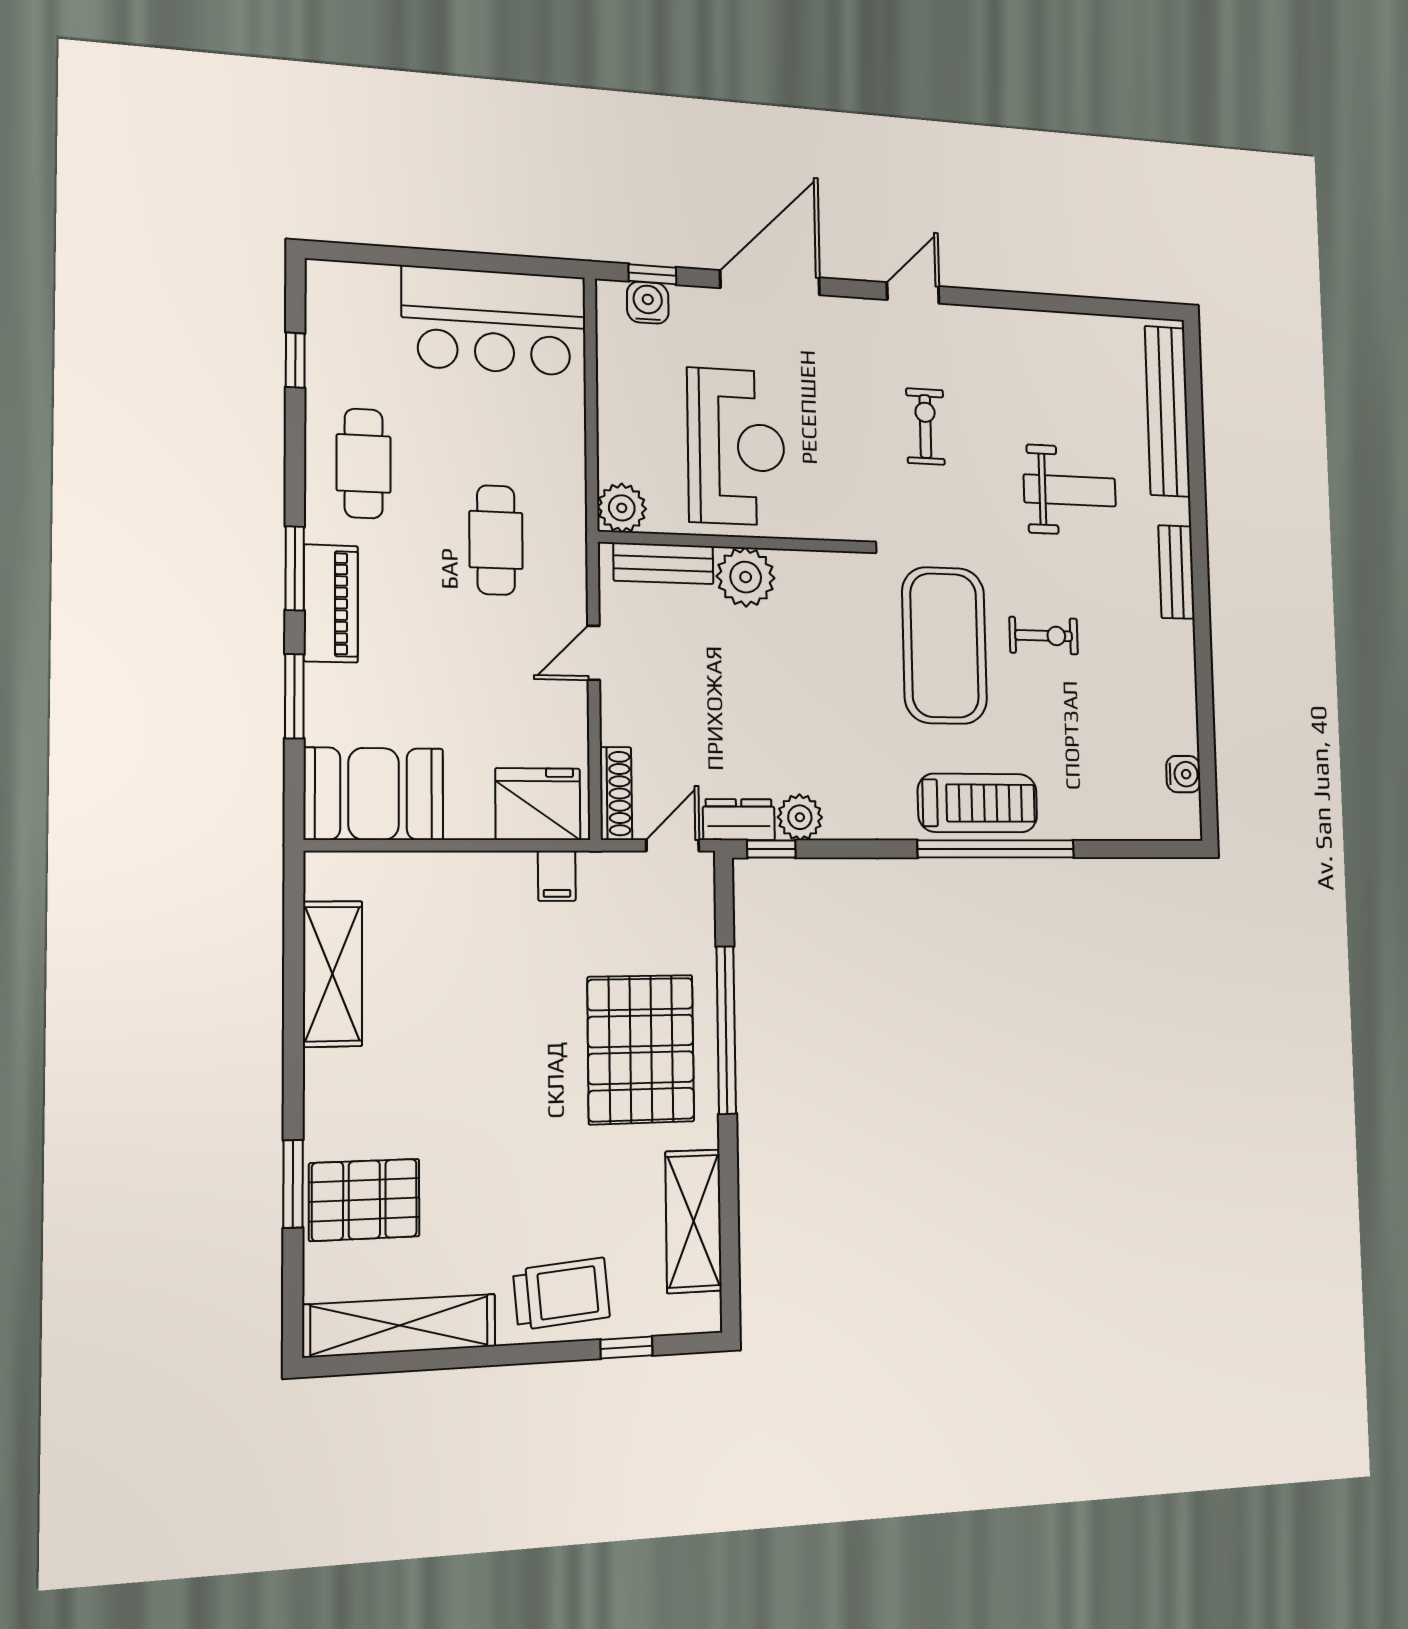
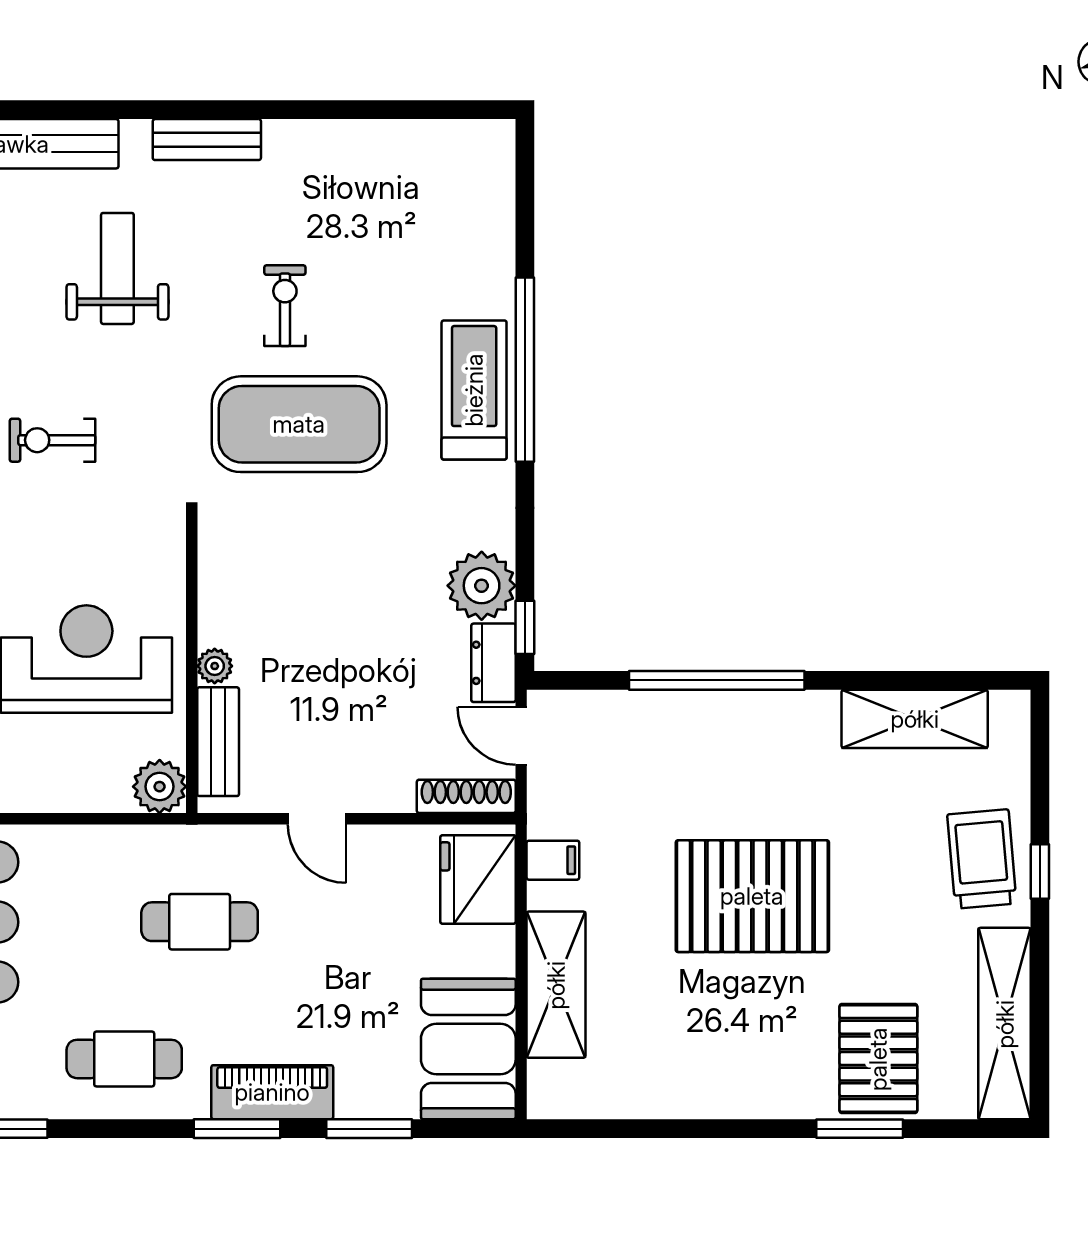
plant: (746, 577) -> (215, 666), width x0.53, depth x0.53
water cooler: (1183, 774) -> (440, 140), removed
plant: (800, 817) -> (482, 586), width x1.36, depth x1.36
shelving: (333, 974) -> (556, 985), moved, turned 90
pallet: (641, 1049) -> (752, 896), moved
window: (627, 1347) -> (1040, 872), moved

